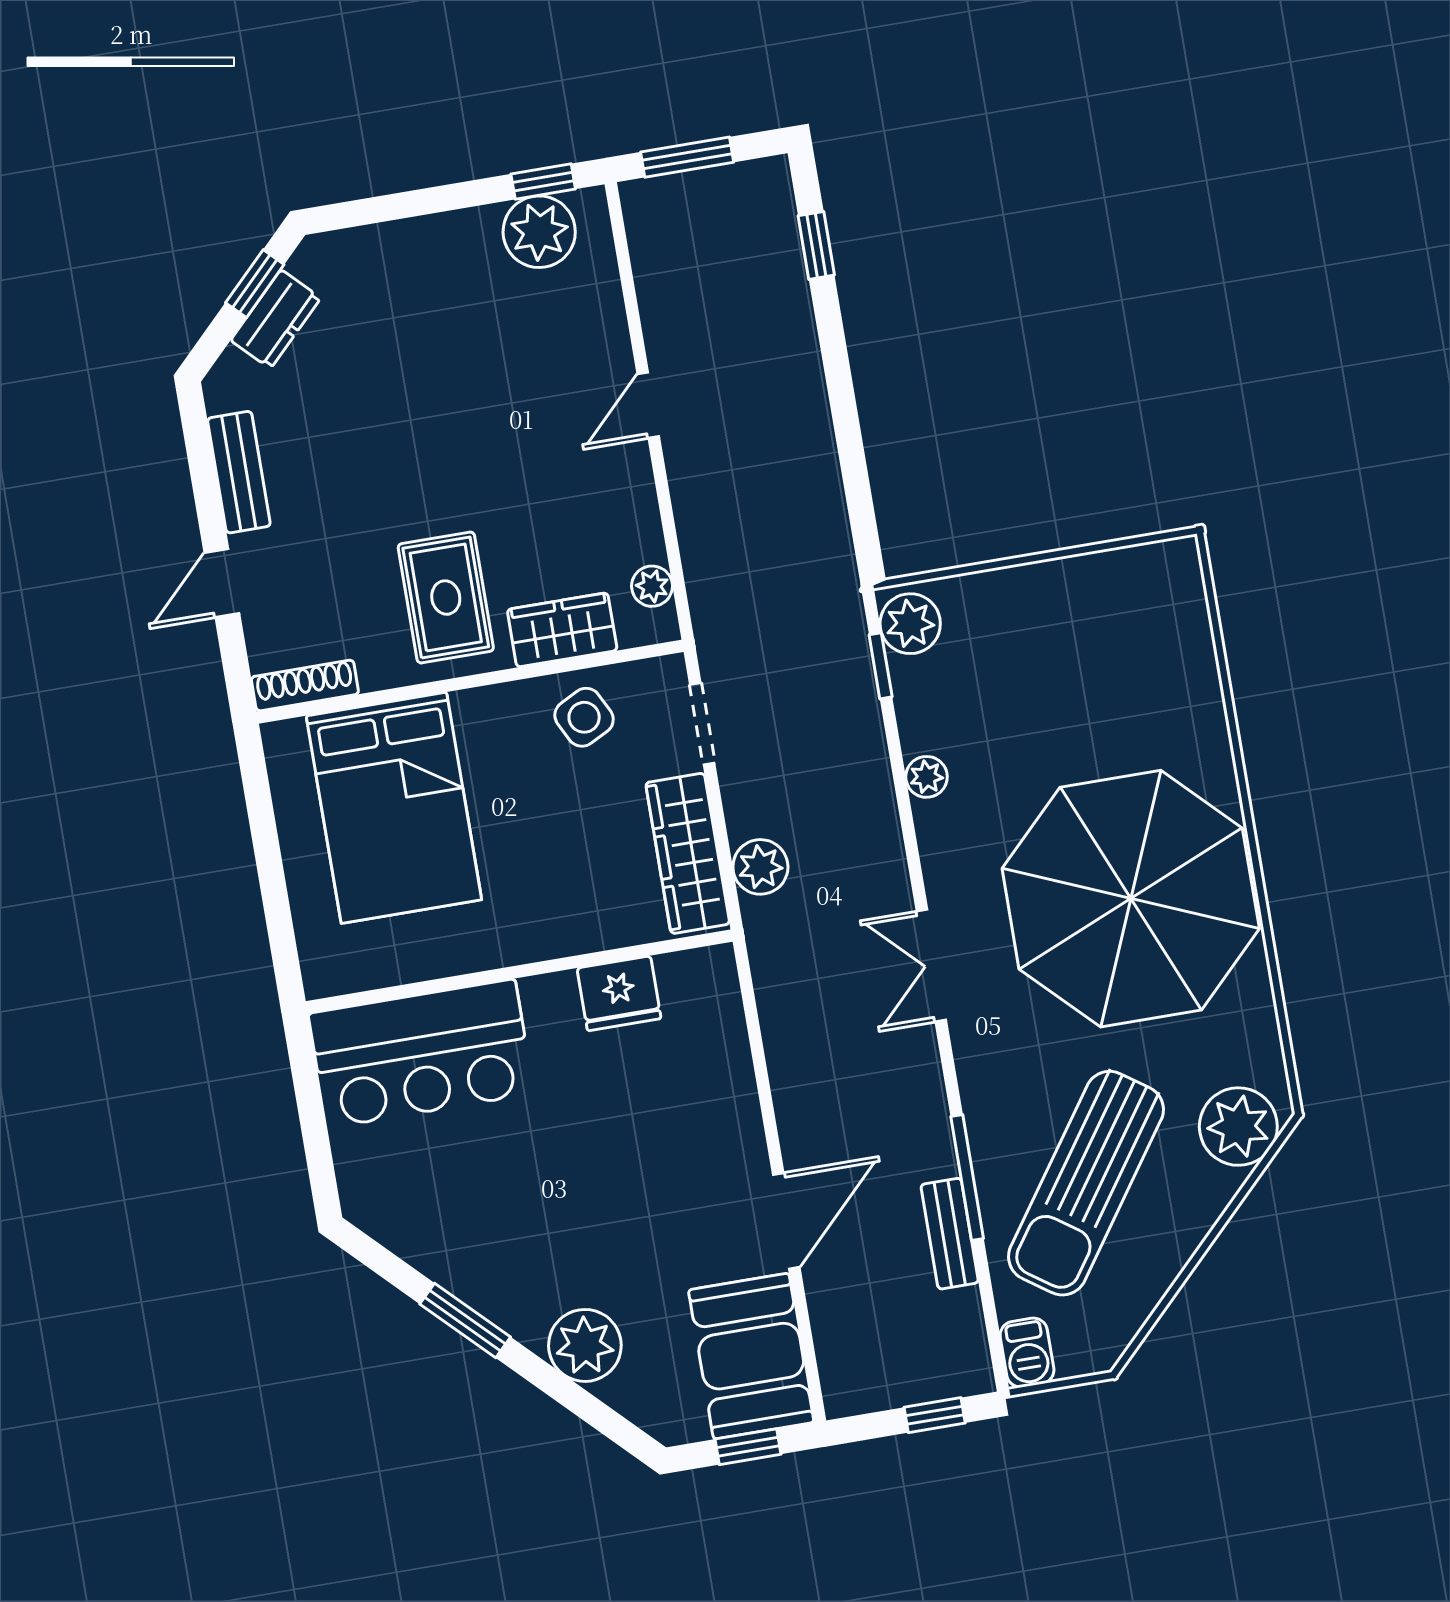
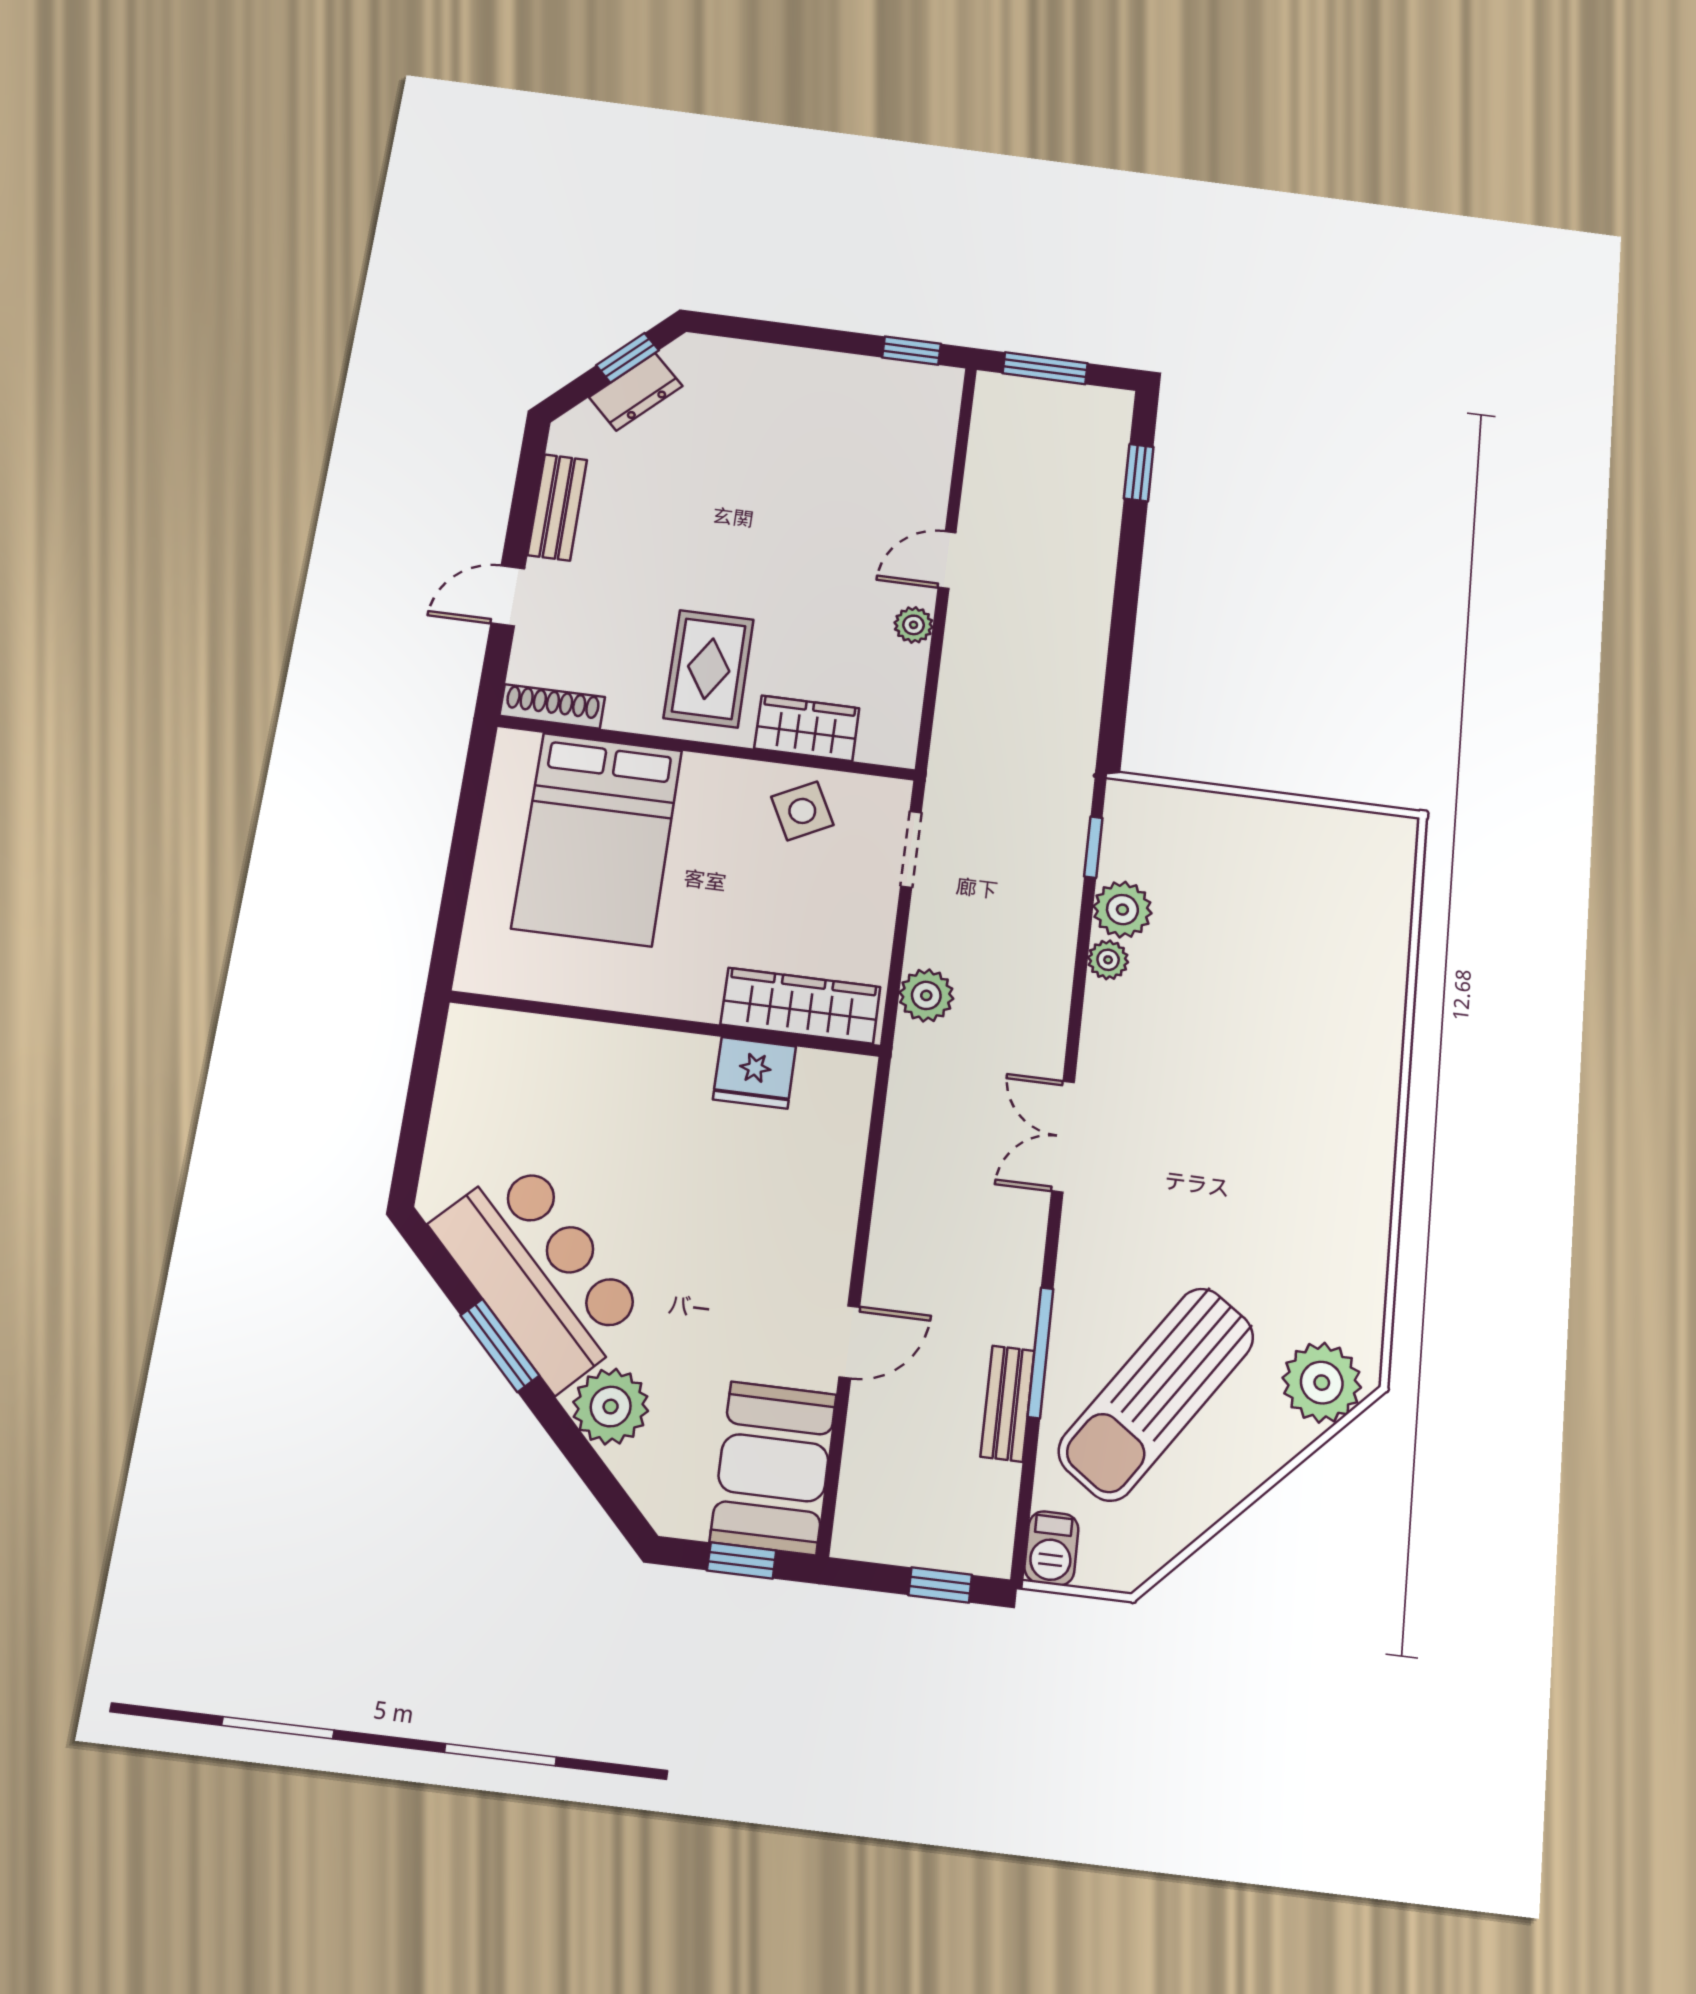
plant: (539, 232) -> (895, 390), removed
plant: (652, 586) -> (914, 625), moved
plant: (910, 624) -> (1122, 910), moved
wardrobe: (688, 853) -> (801, 1006), moved, turned 90
parasol: (1131, 899) -> (1272, 1130), removed
bar counter: (421, 1053) -> (540, 1273), moved, turned -135
door: (786, 1221) -> (849, 1342), width x0.73

